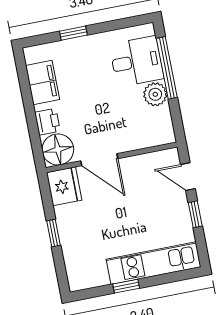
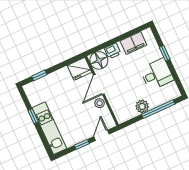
desk: (137, 61) -> (157, 74), moved, turned -90
stool: (132, 166) -> (100, 103), added
window: (54, 233) -> (39, 75), moved

